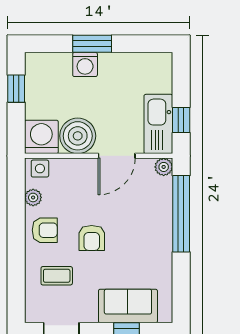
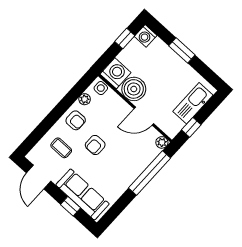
washing machine: (85, 64) -> (146, 36), moved
kitchen sink: (158, 124) -> (193, 103), moved
sofa: (128, 306) -> (82, 194), width x1.36

